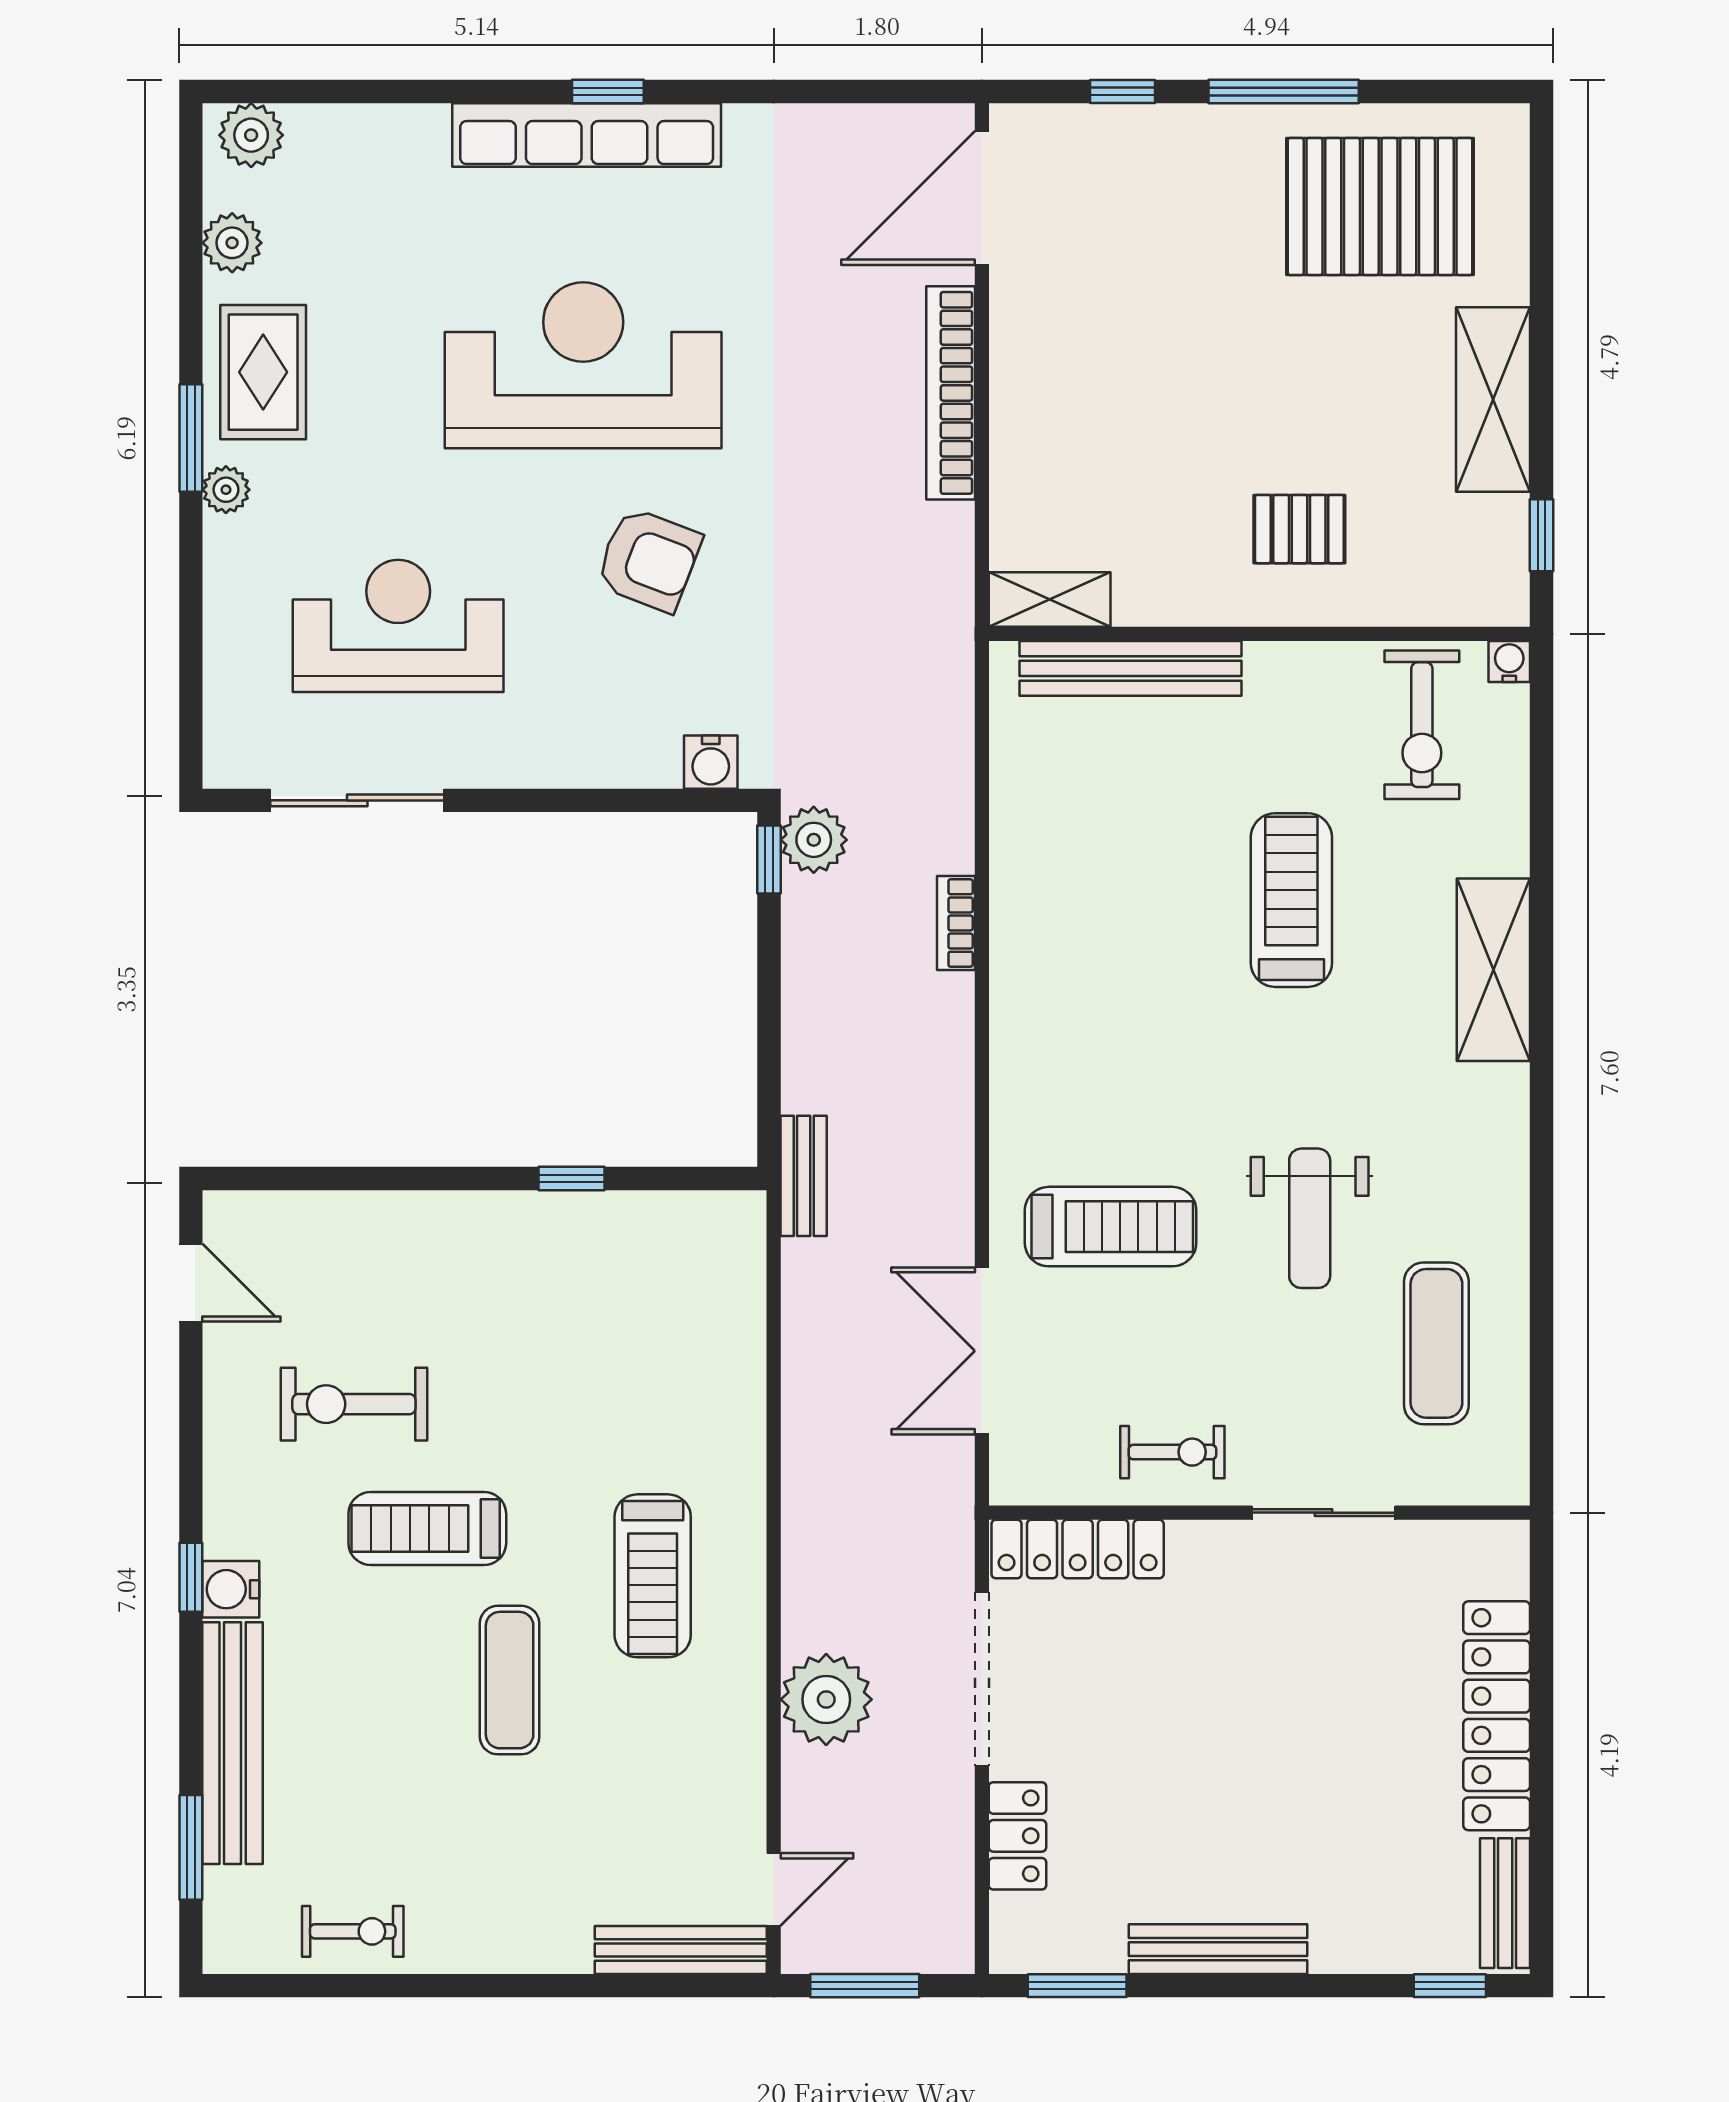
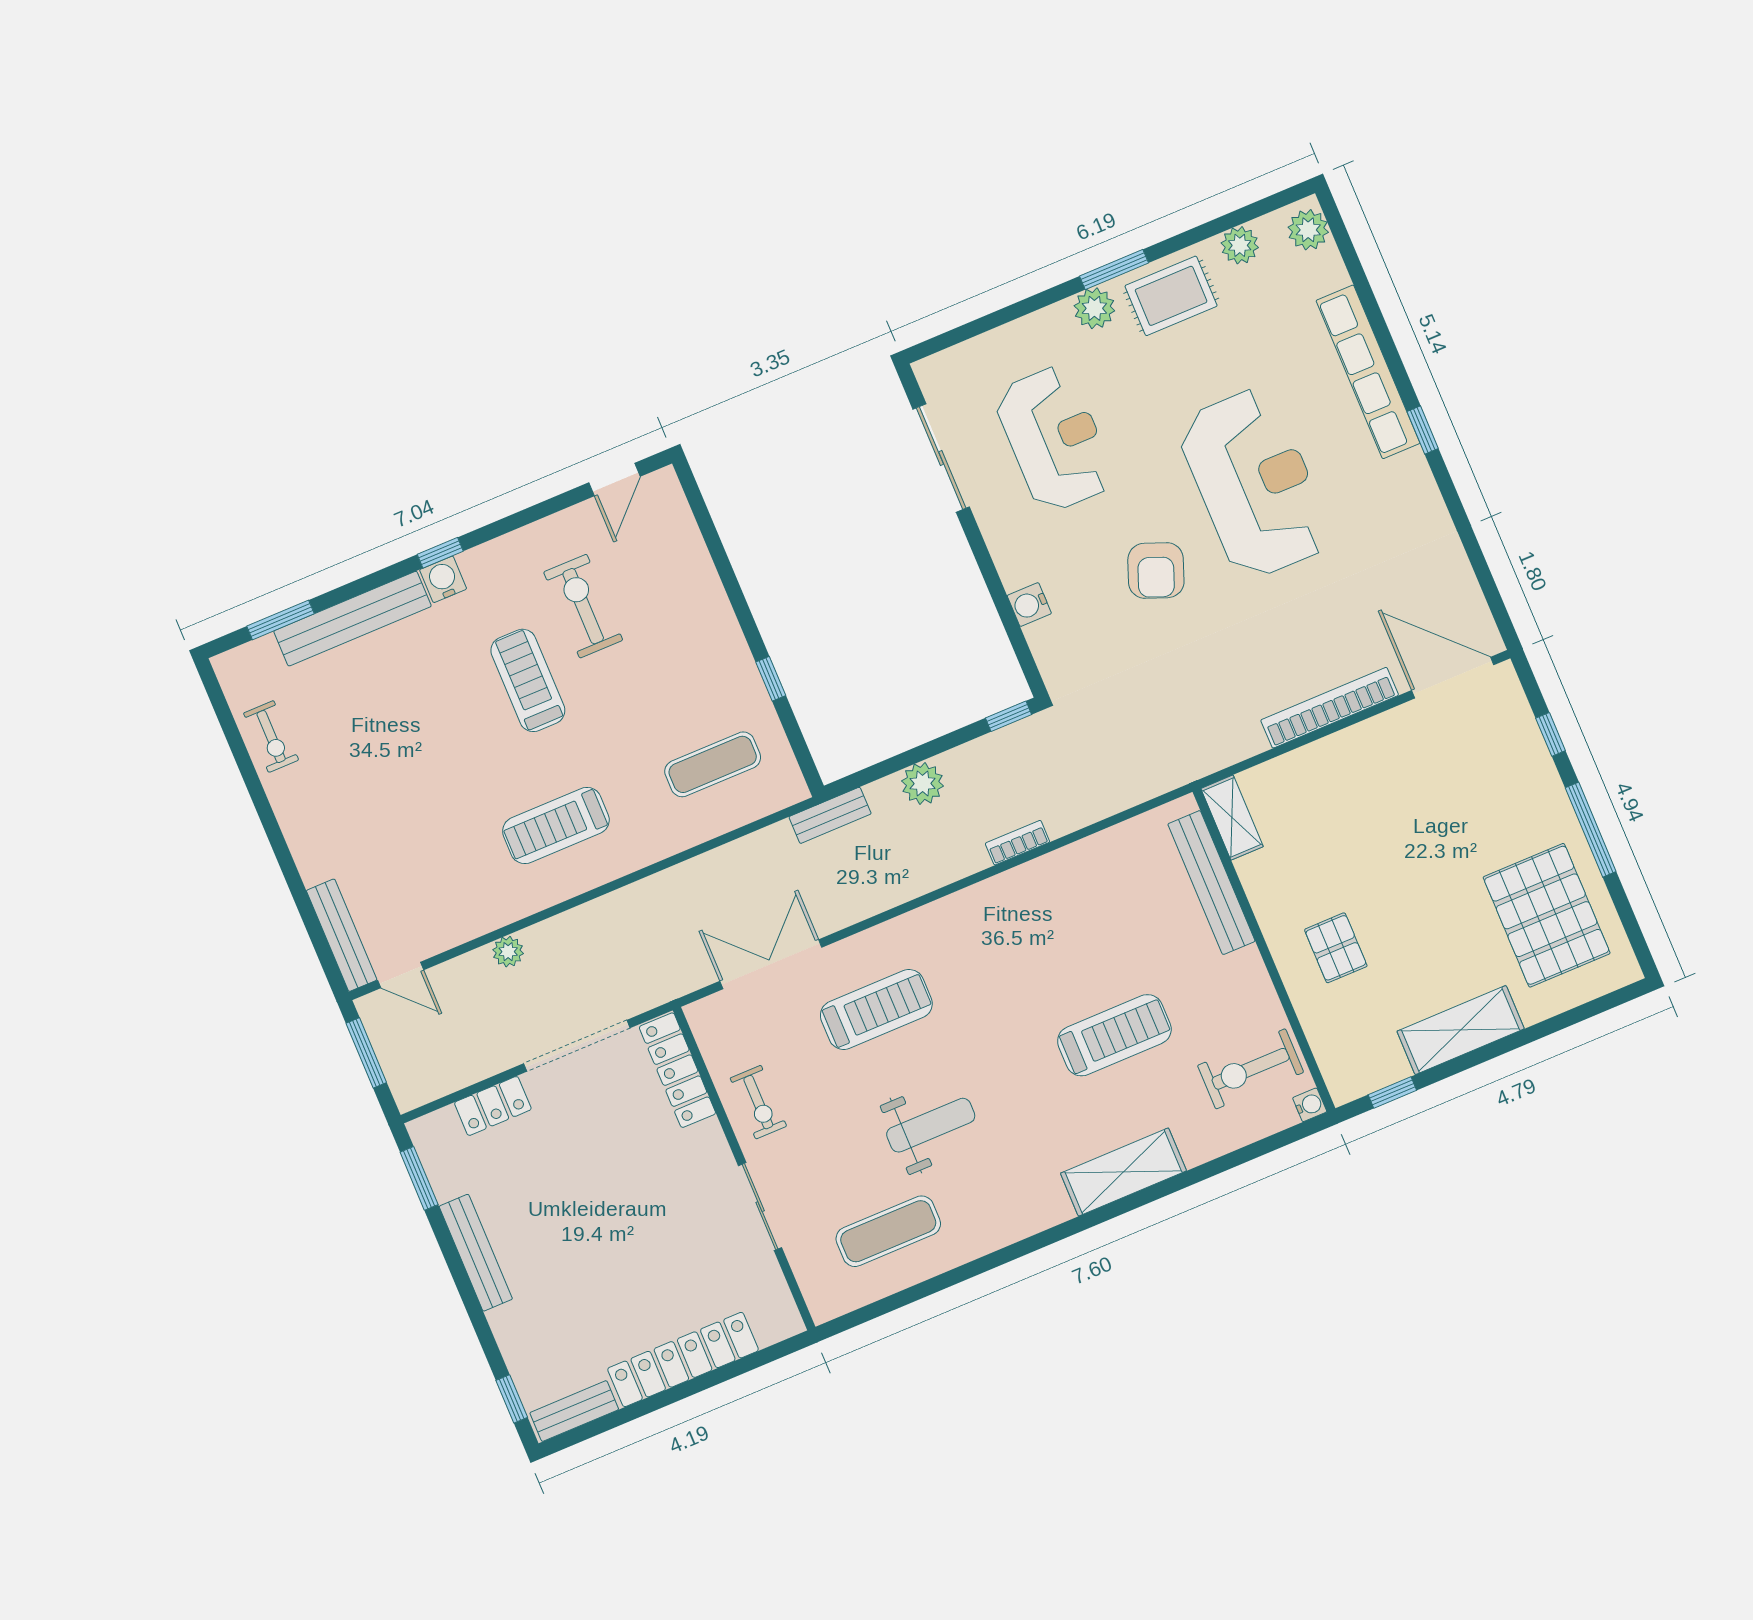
row of seats: (587, 135) -> (1368, 372), moved
plant: (226, 490) -> (1094, 308), width x1.38, depth x1.38
water cooler: (711, 762) -> (1029, 605), moved
plant: (814, 840) -> (923, 783), moved
weight bench: (1310, 1218) -> (931, 1125), turned 180
treadmill: (1111, 1227) -> (876, 1009), turned -90
exercise mat: (510, 1680) -> (713, 764), moved
plant: (826, 1699) -> (508, 952), width x0.53, depth x0.53

